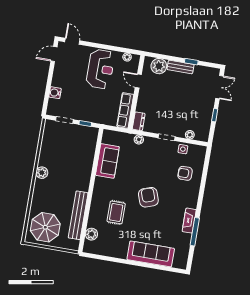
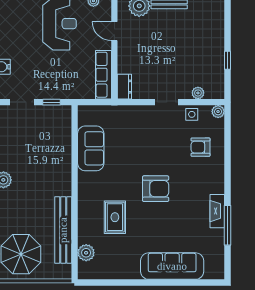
double door: (219, 87) -> (228, 21), removed
plant: (139, 140) -> (218, 112), moved
armchair: (148, 197) -> (156, 189), turned 109

